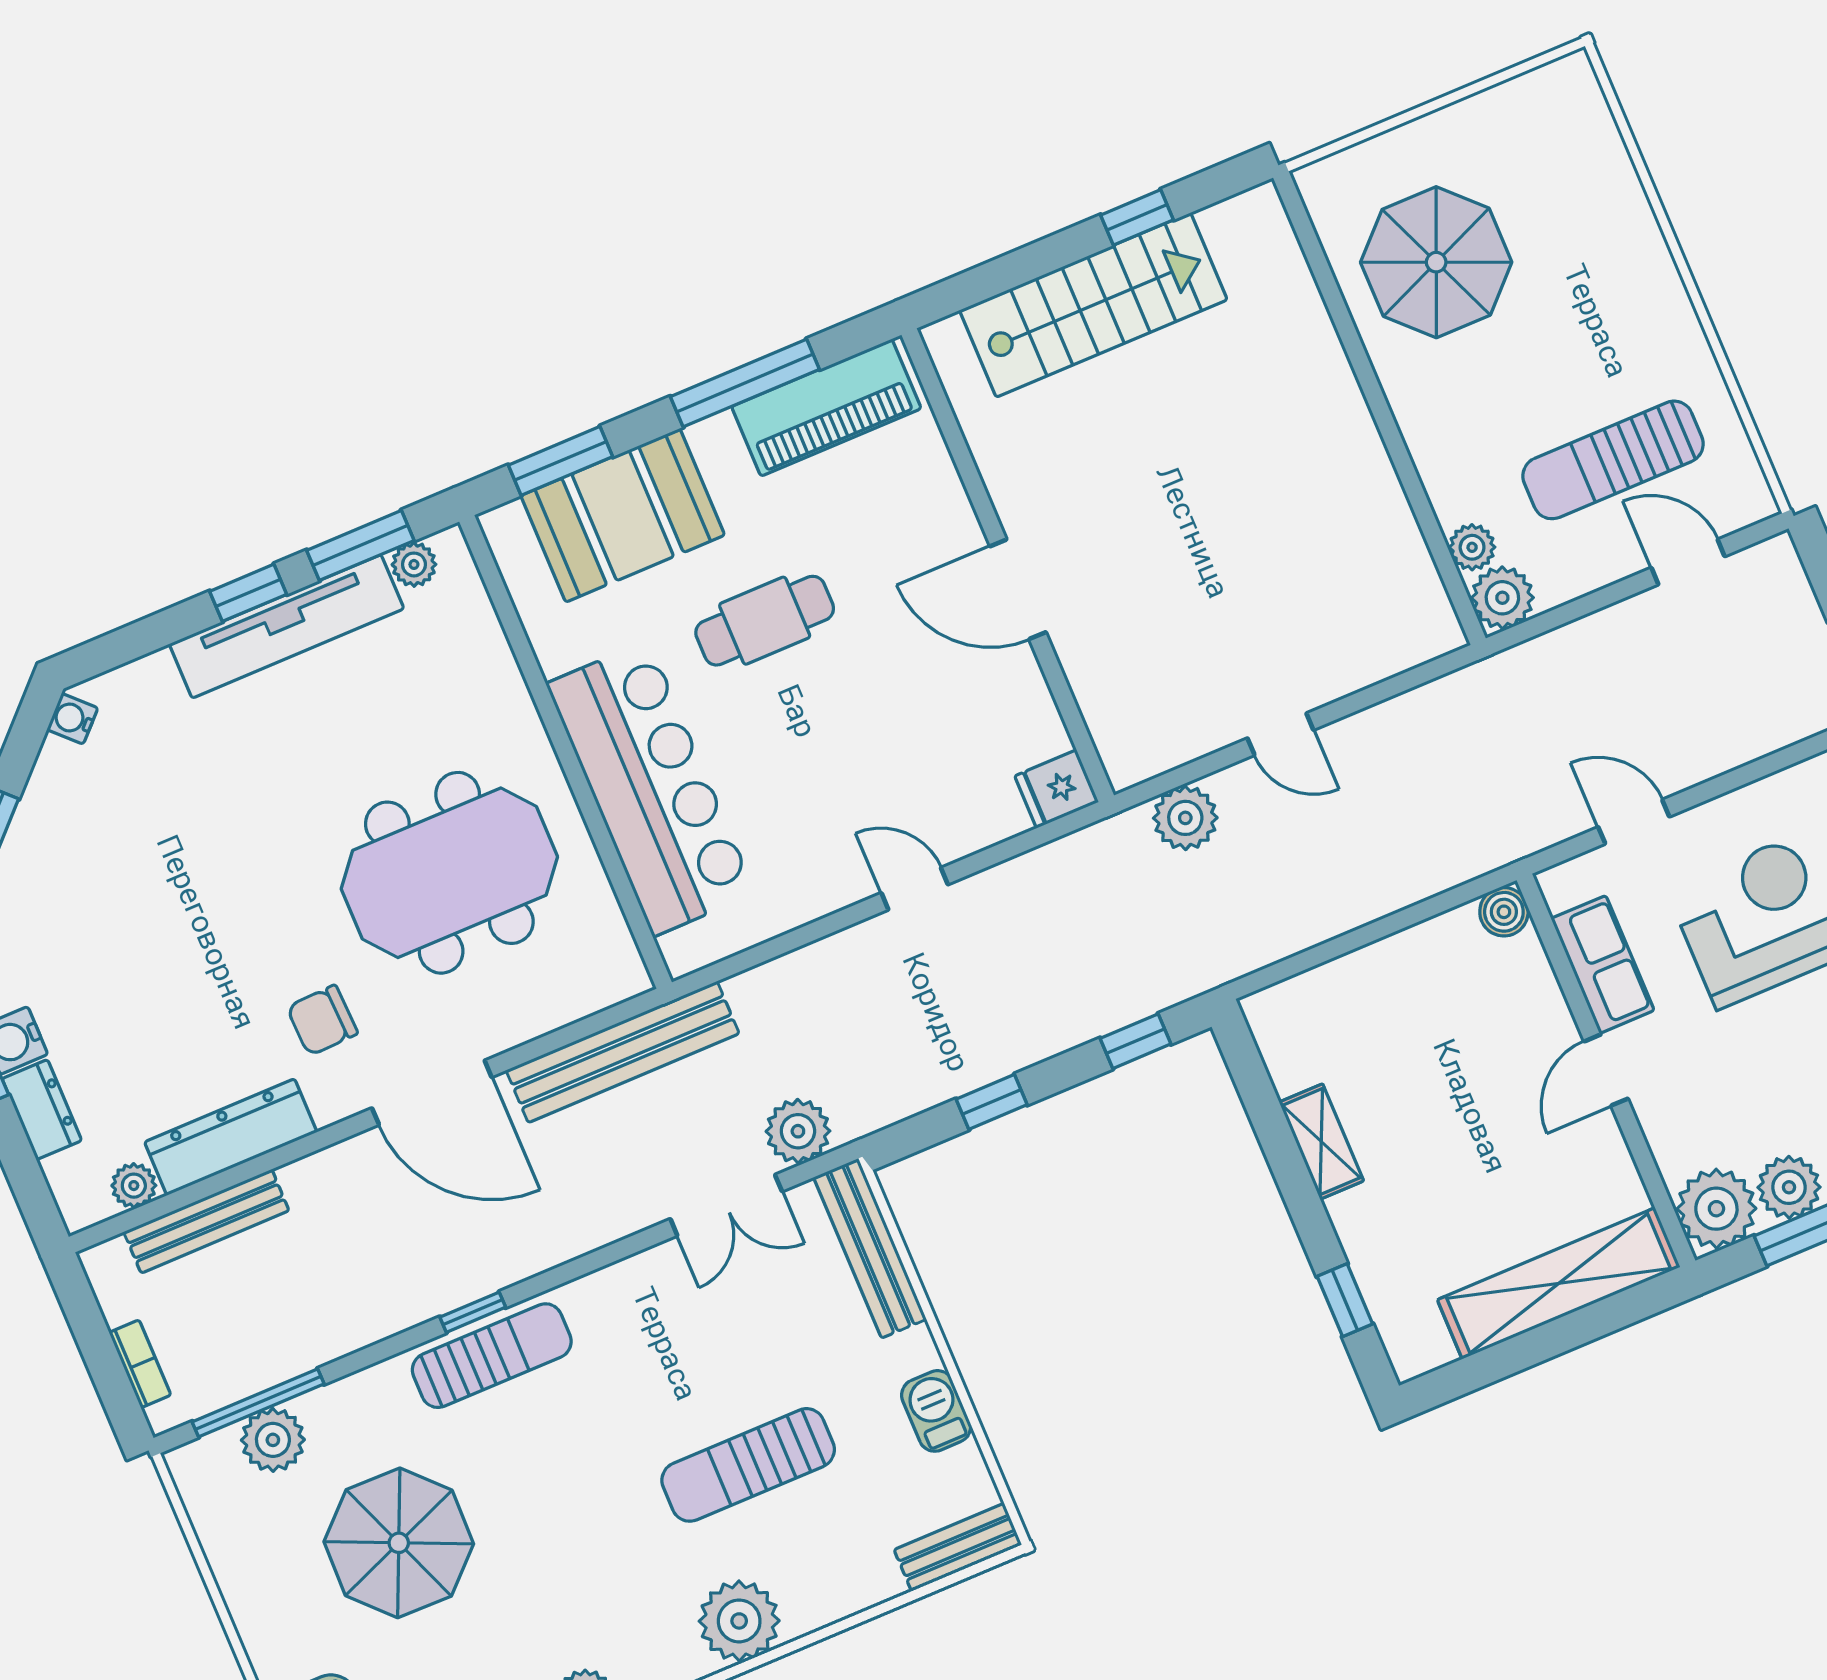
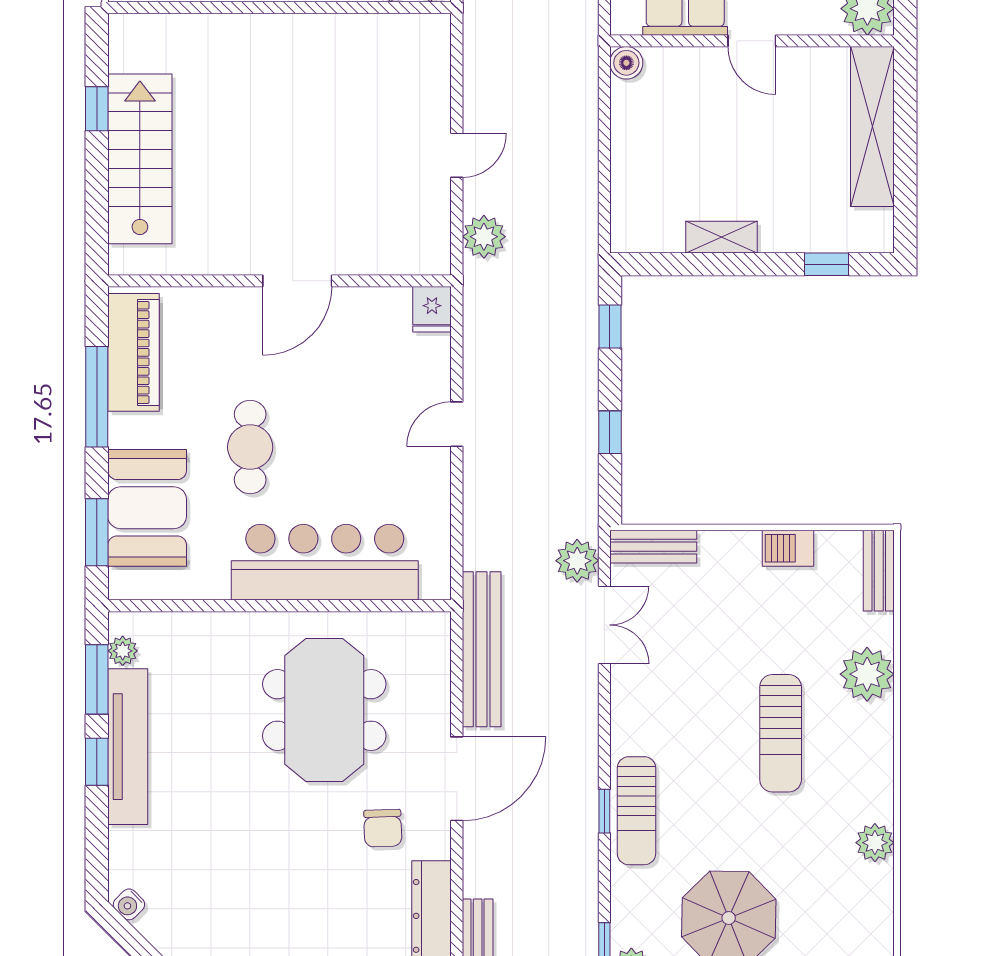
bench: (870, 1248) -> (653, 547), width x0.73
sun lounger: (492, 1356) -> (636, 811), turned 180
sun lounger: (748, 1465) -> (781, 733), moved
plant: (739, 1621) -> (867, 674), moved

